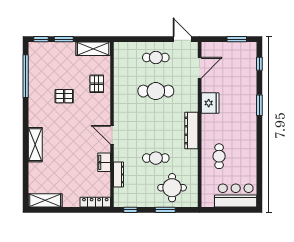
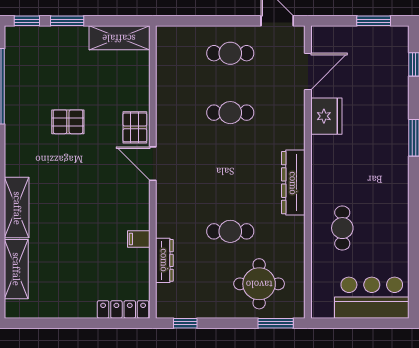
pallet: (97, 84) -> (135, 127), moved
cafe table: (156, 91) -> (230, 113), width x0.73, depth x0.74
fridge: (210, 103) -> (326, 116), moved
door: (112, 135) -> (153, 164), moved
filing cabinet: (104, 162) -> (139, 239), width x0.50
shelving: (45, 200) -> (16, 269), moved, turned 90
window: (165, 210) -> (276, 323), moved

